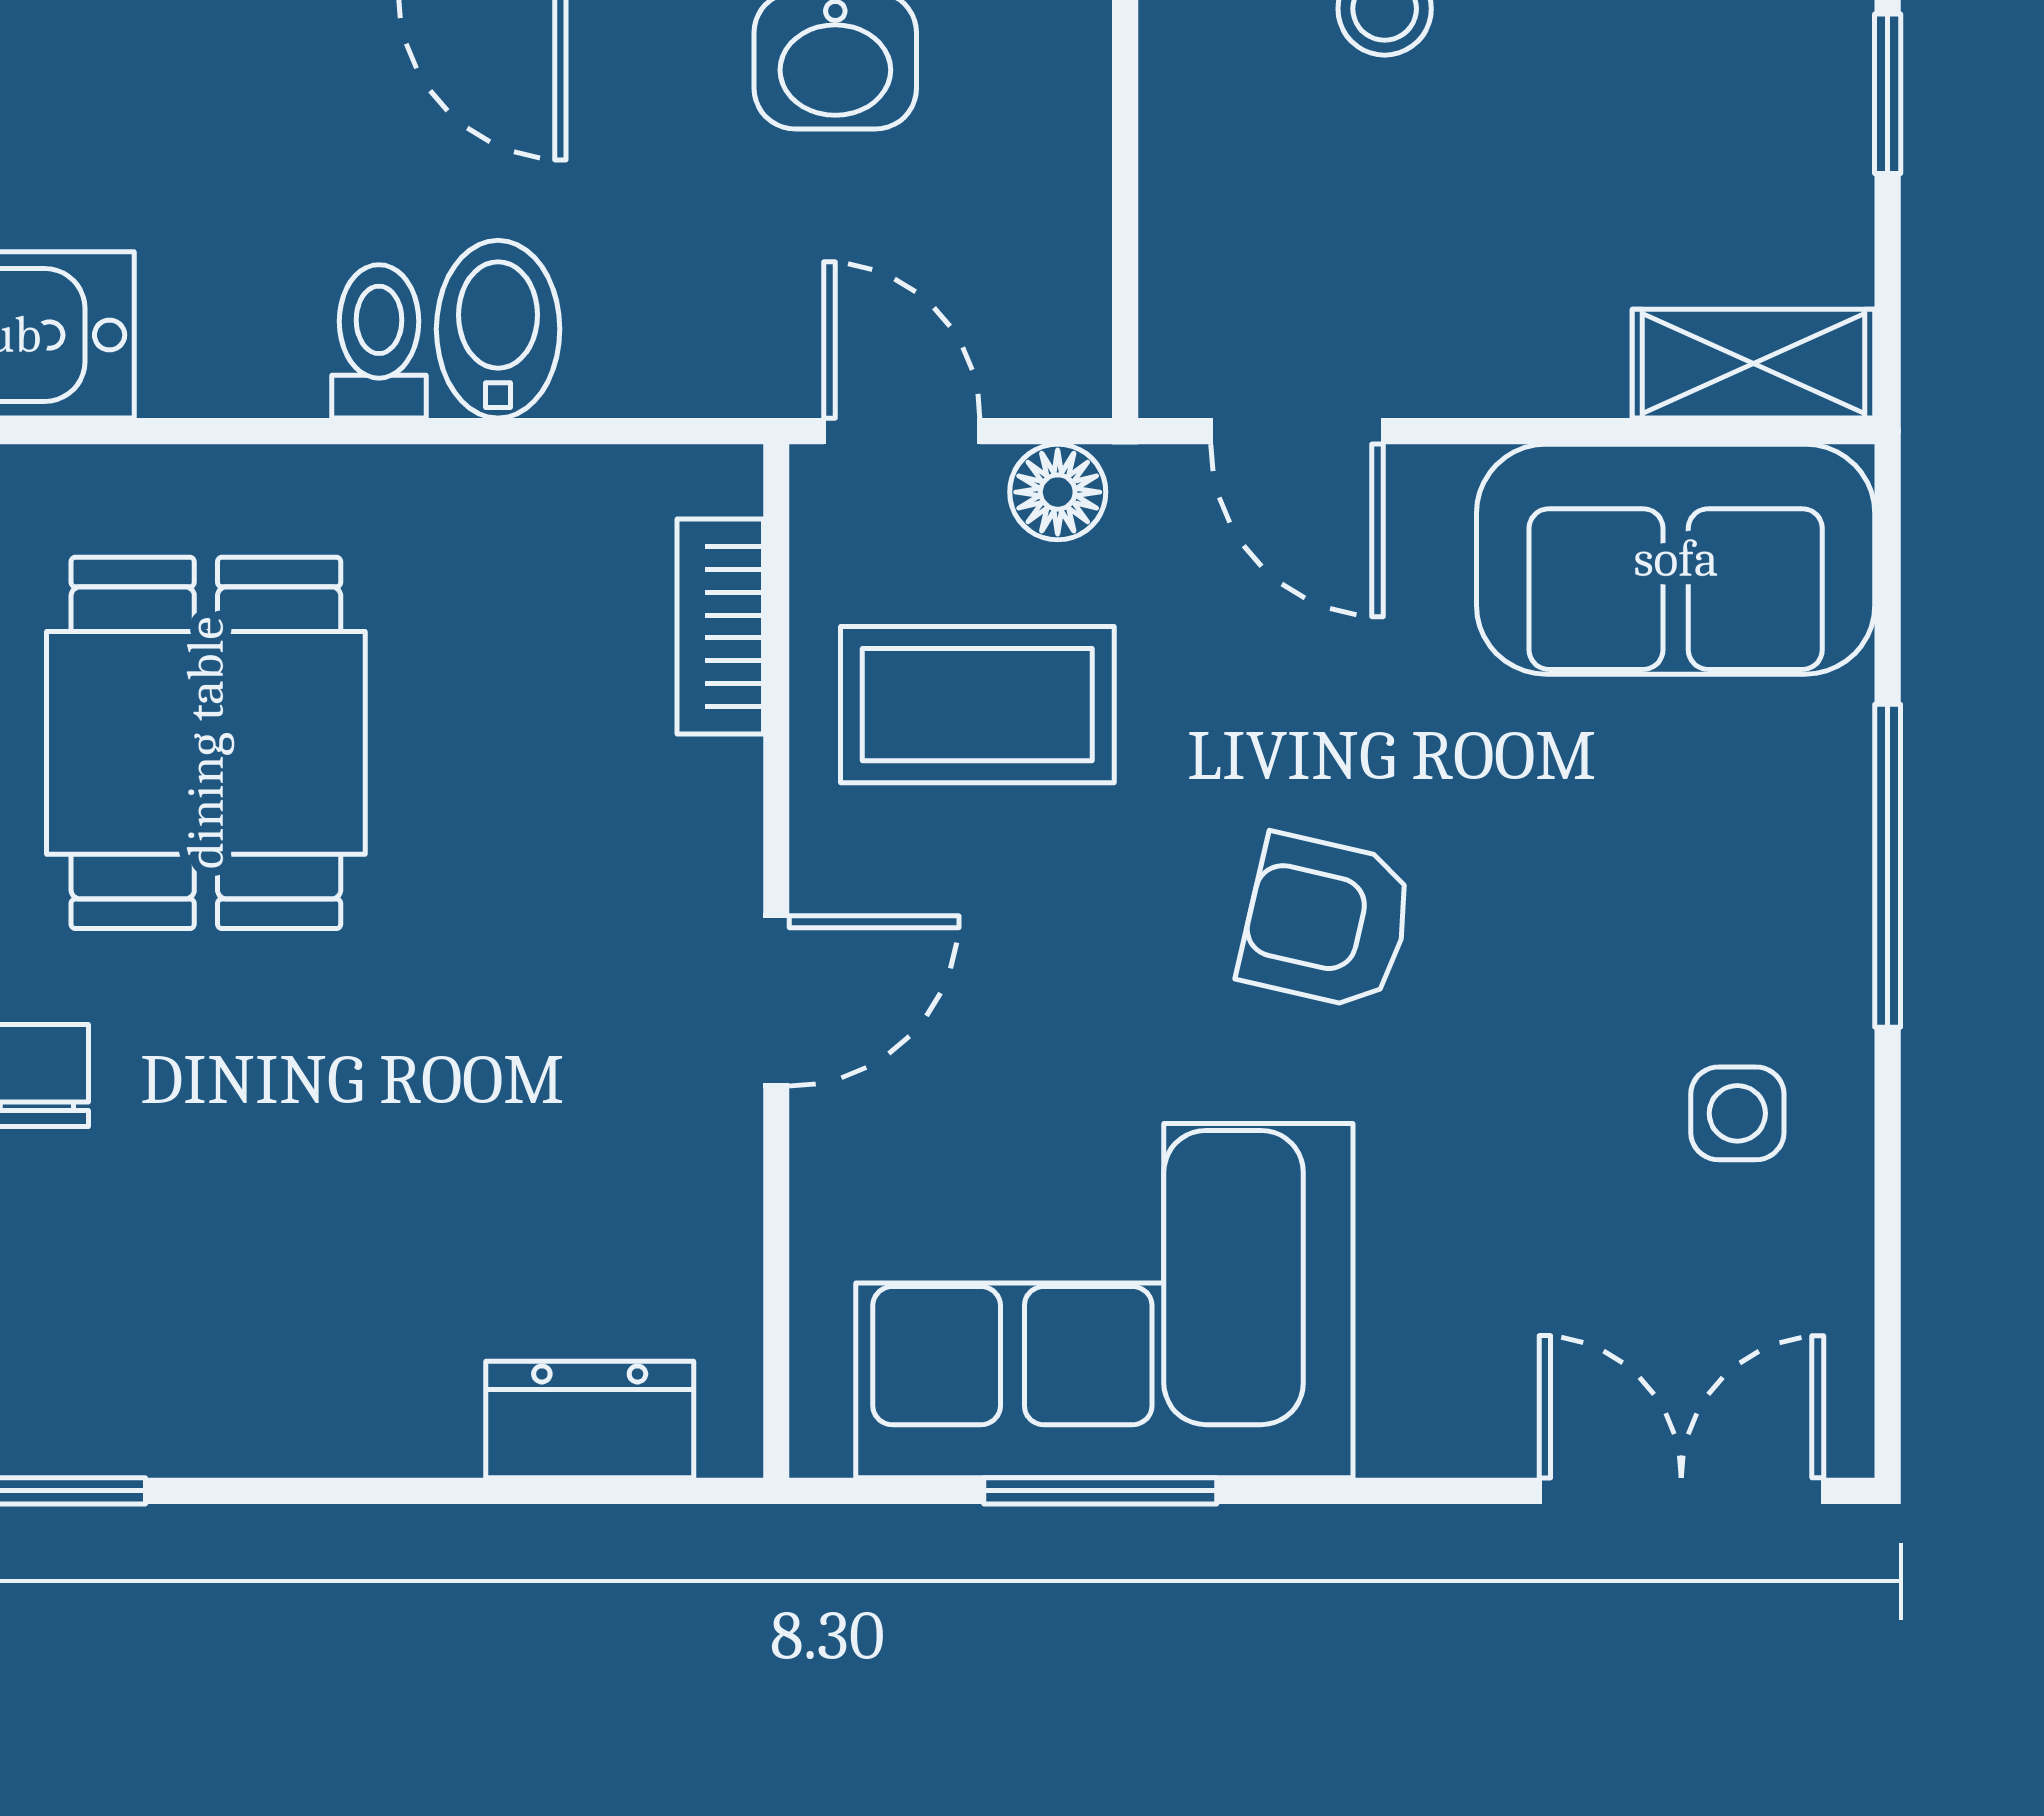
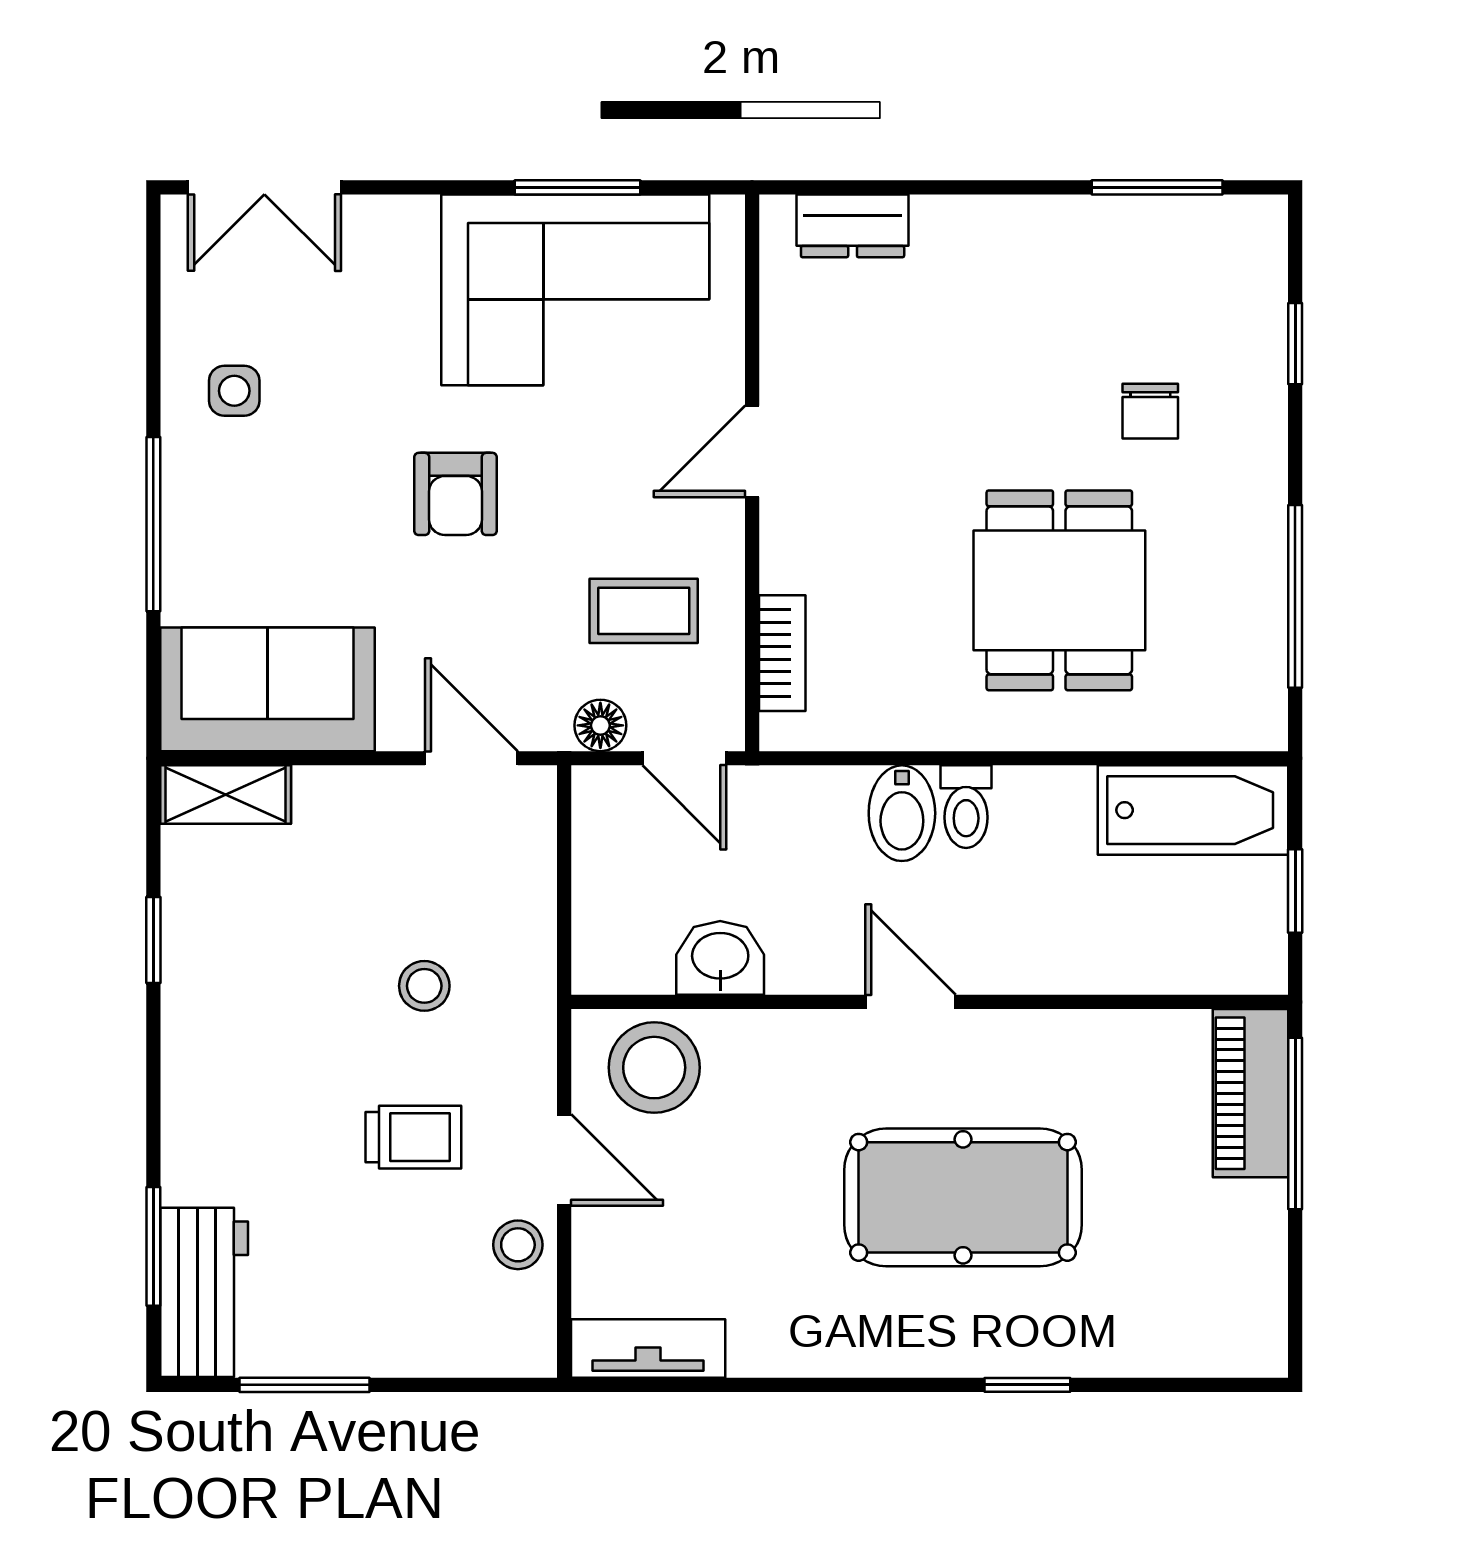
coffee table: (977, 705) -> (644, 611), width x0.73, depth x0.77
armchair: (1327, 922) -> (456, 494), turned 77

